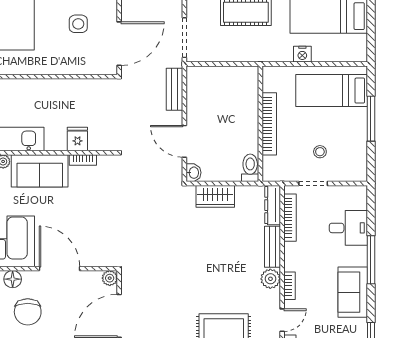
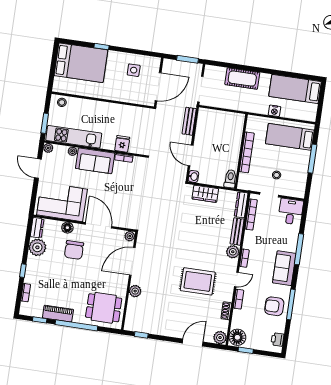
desk: (348, 228) -> (291, 212), moved, turned -90

